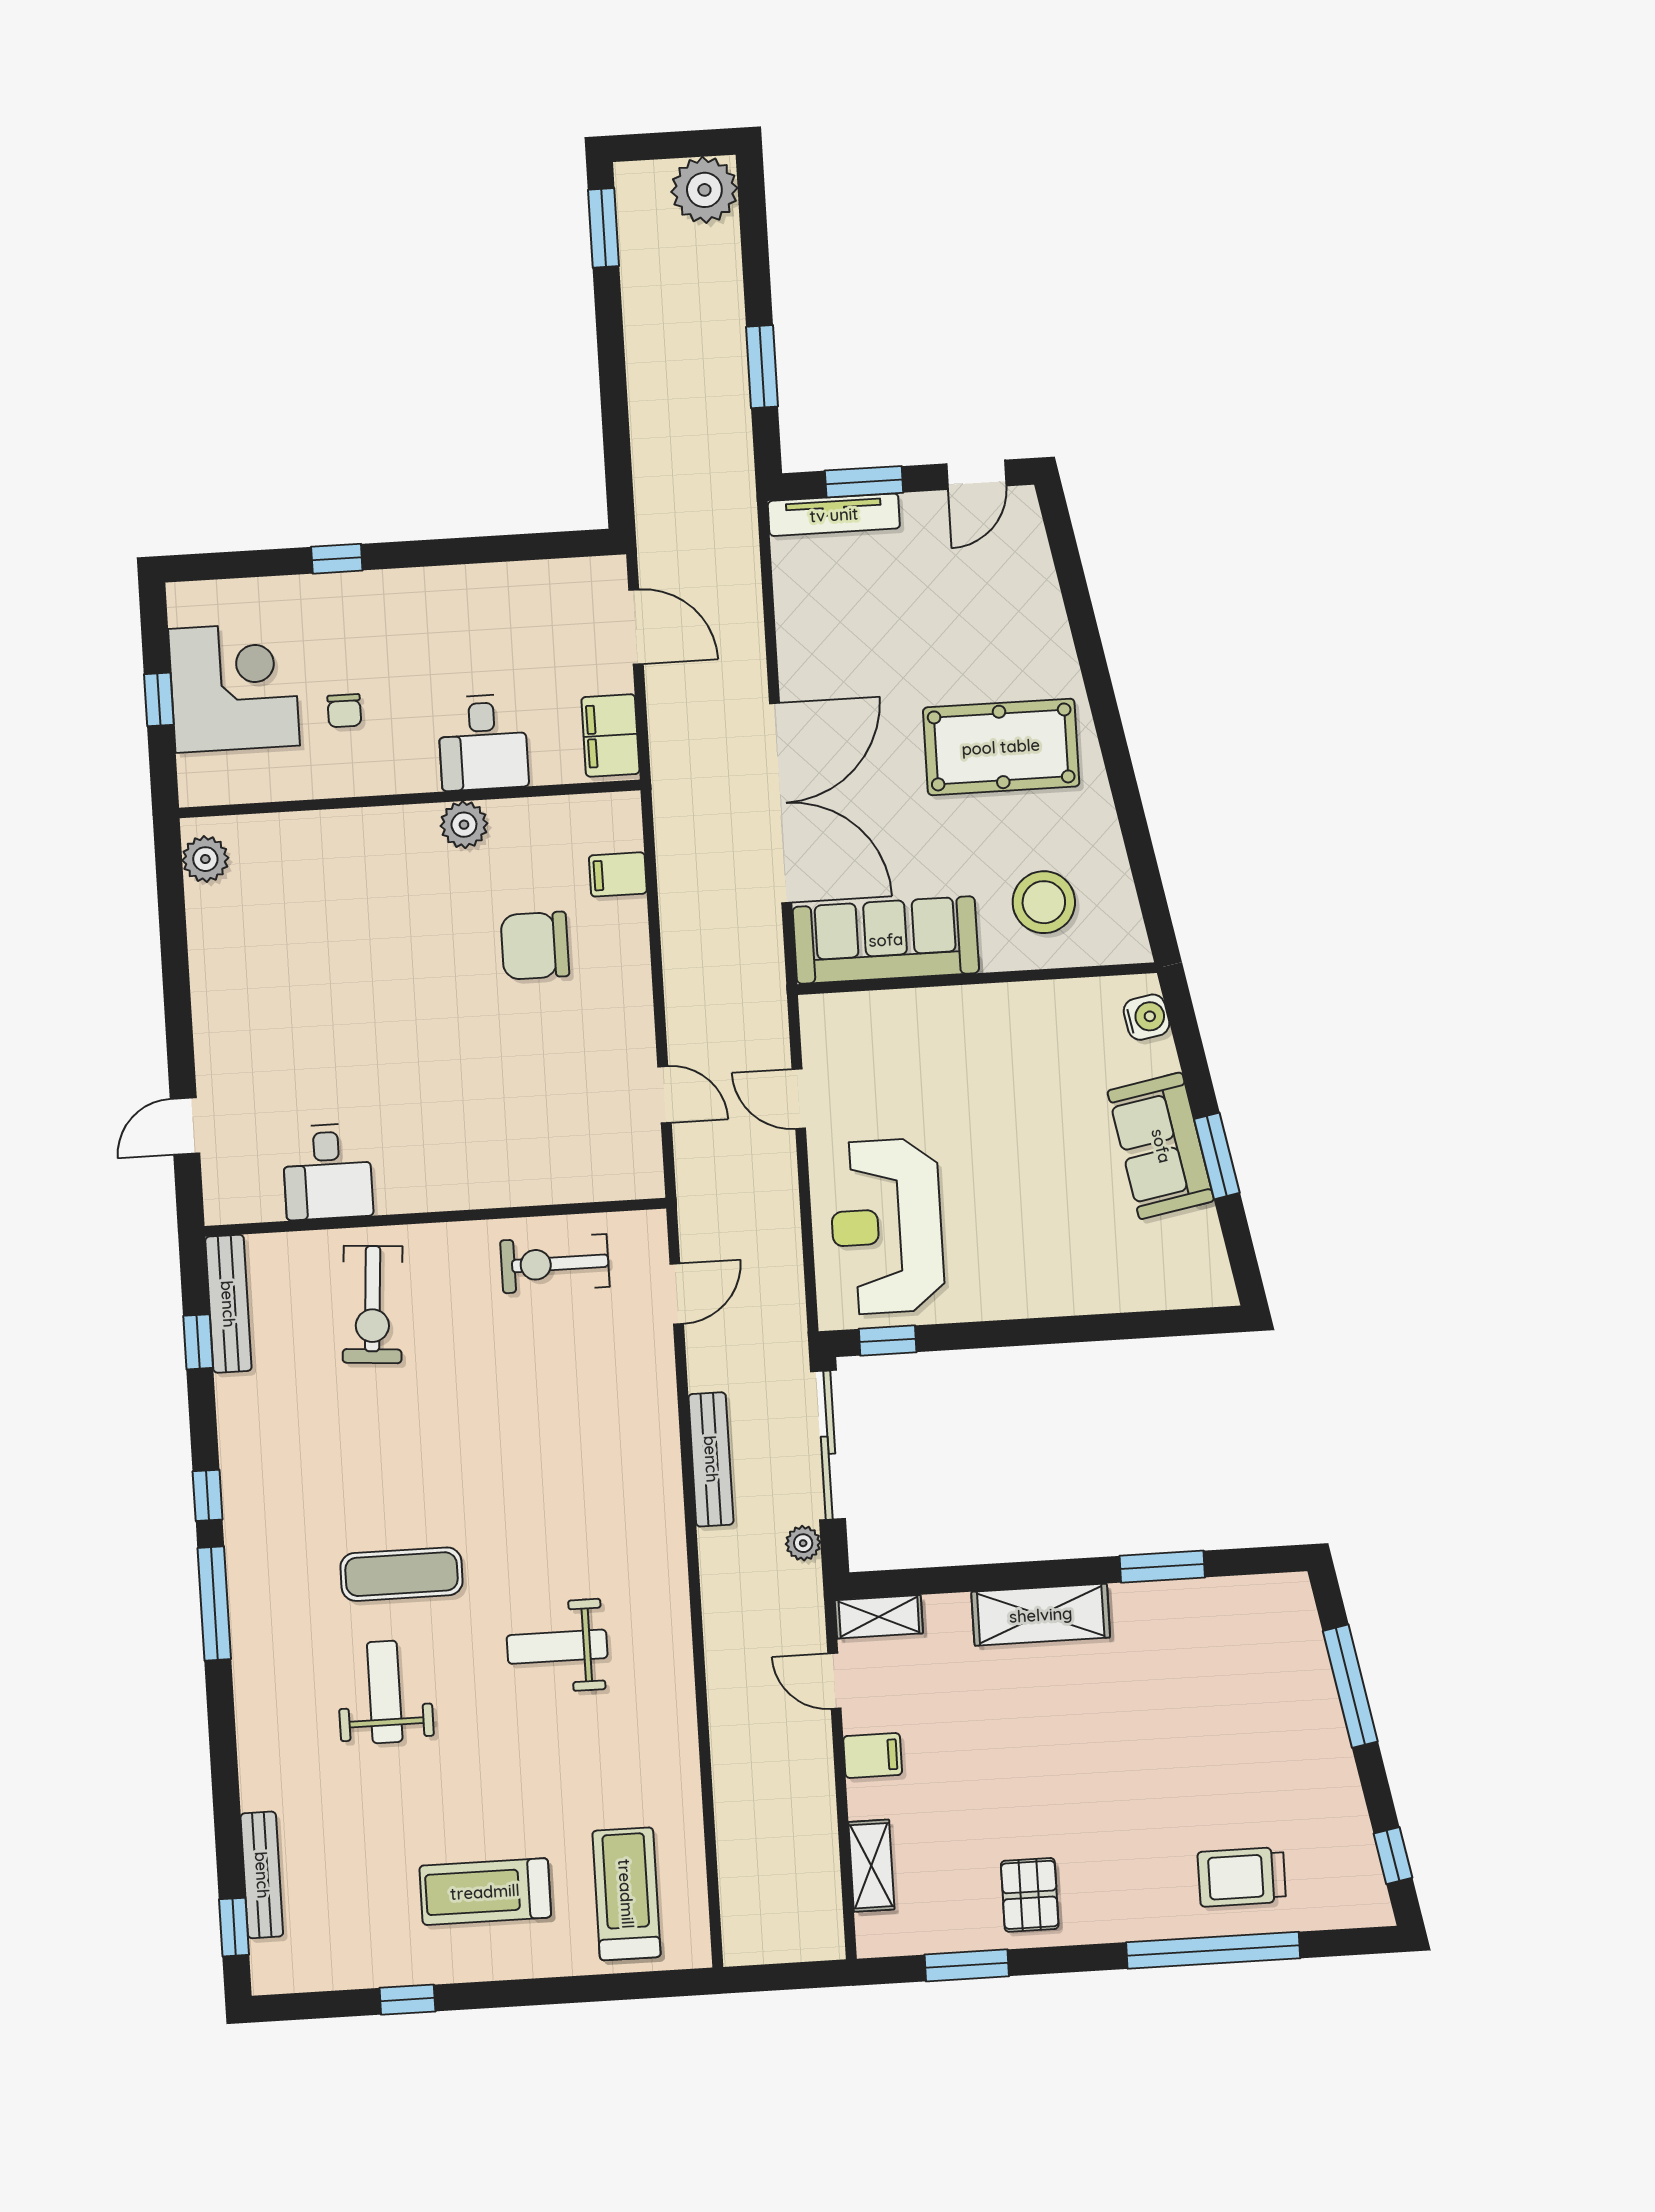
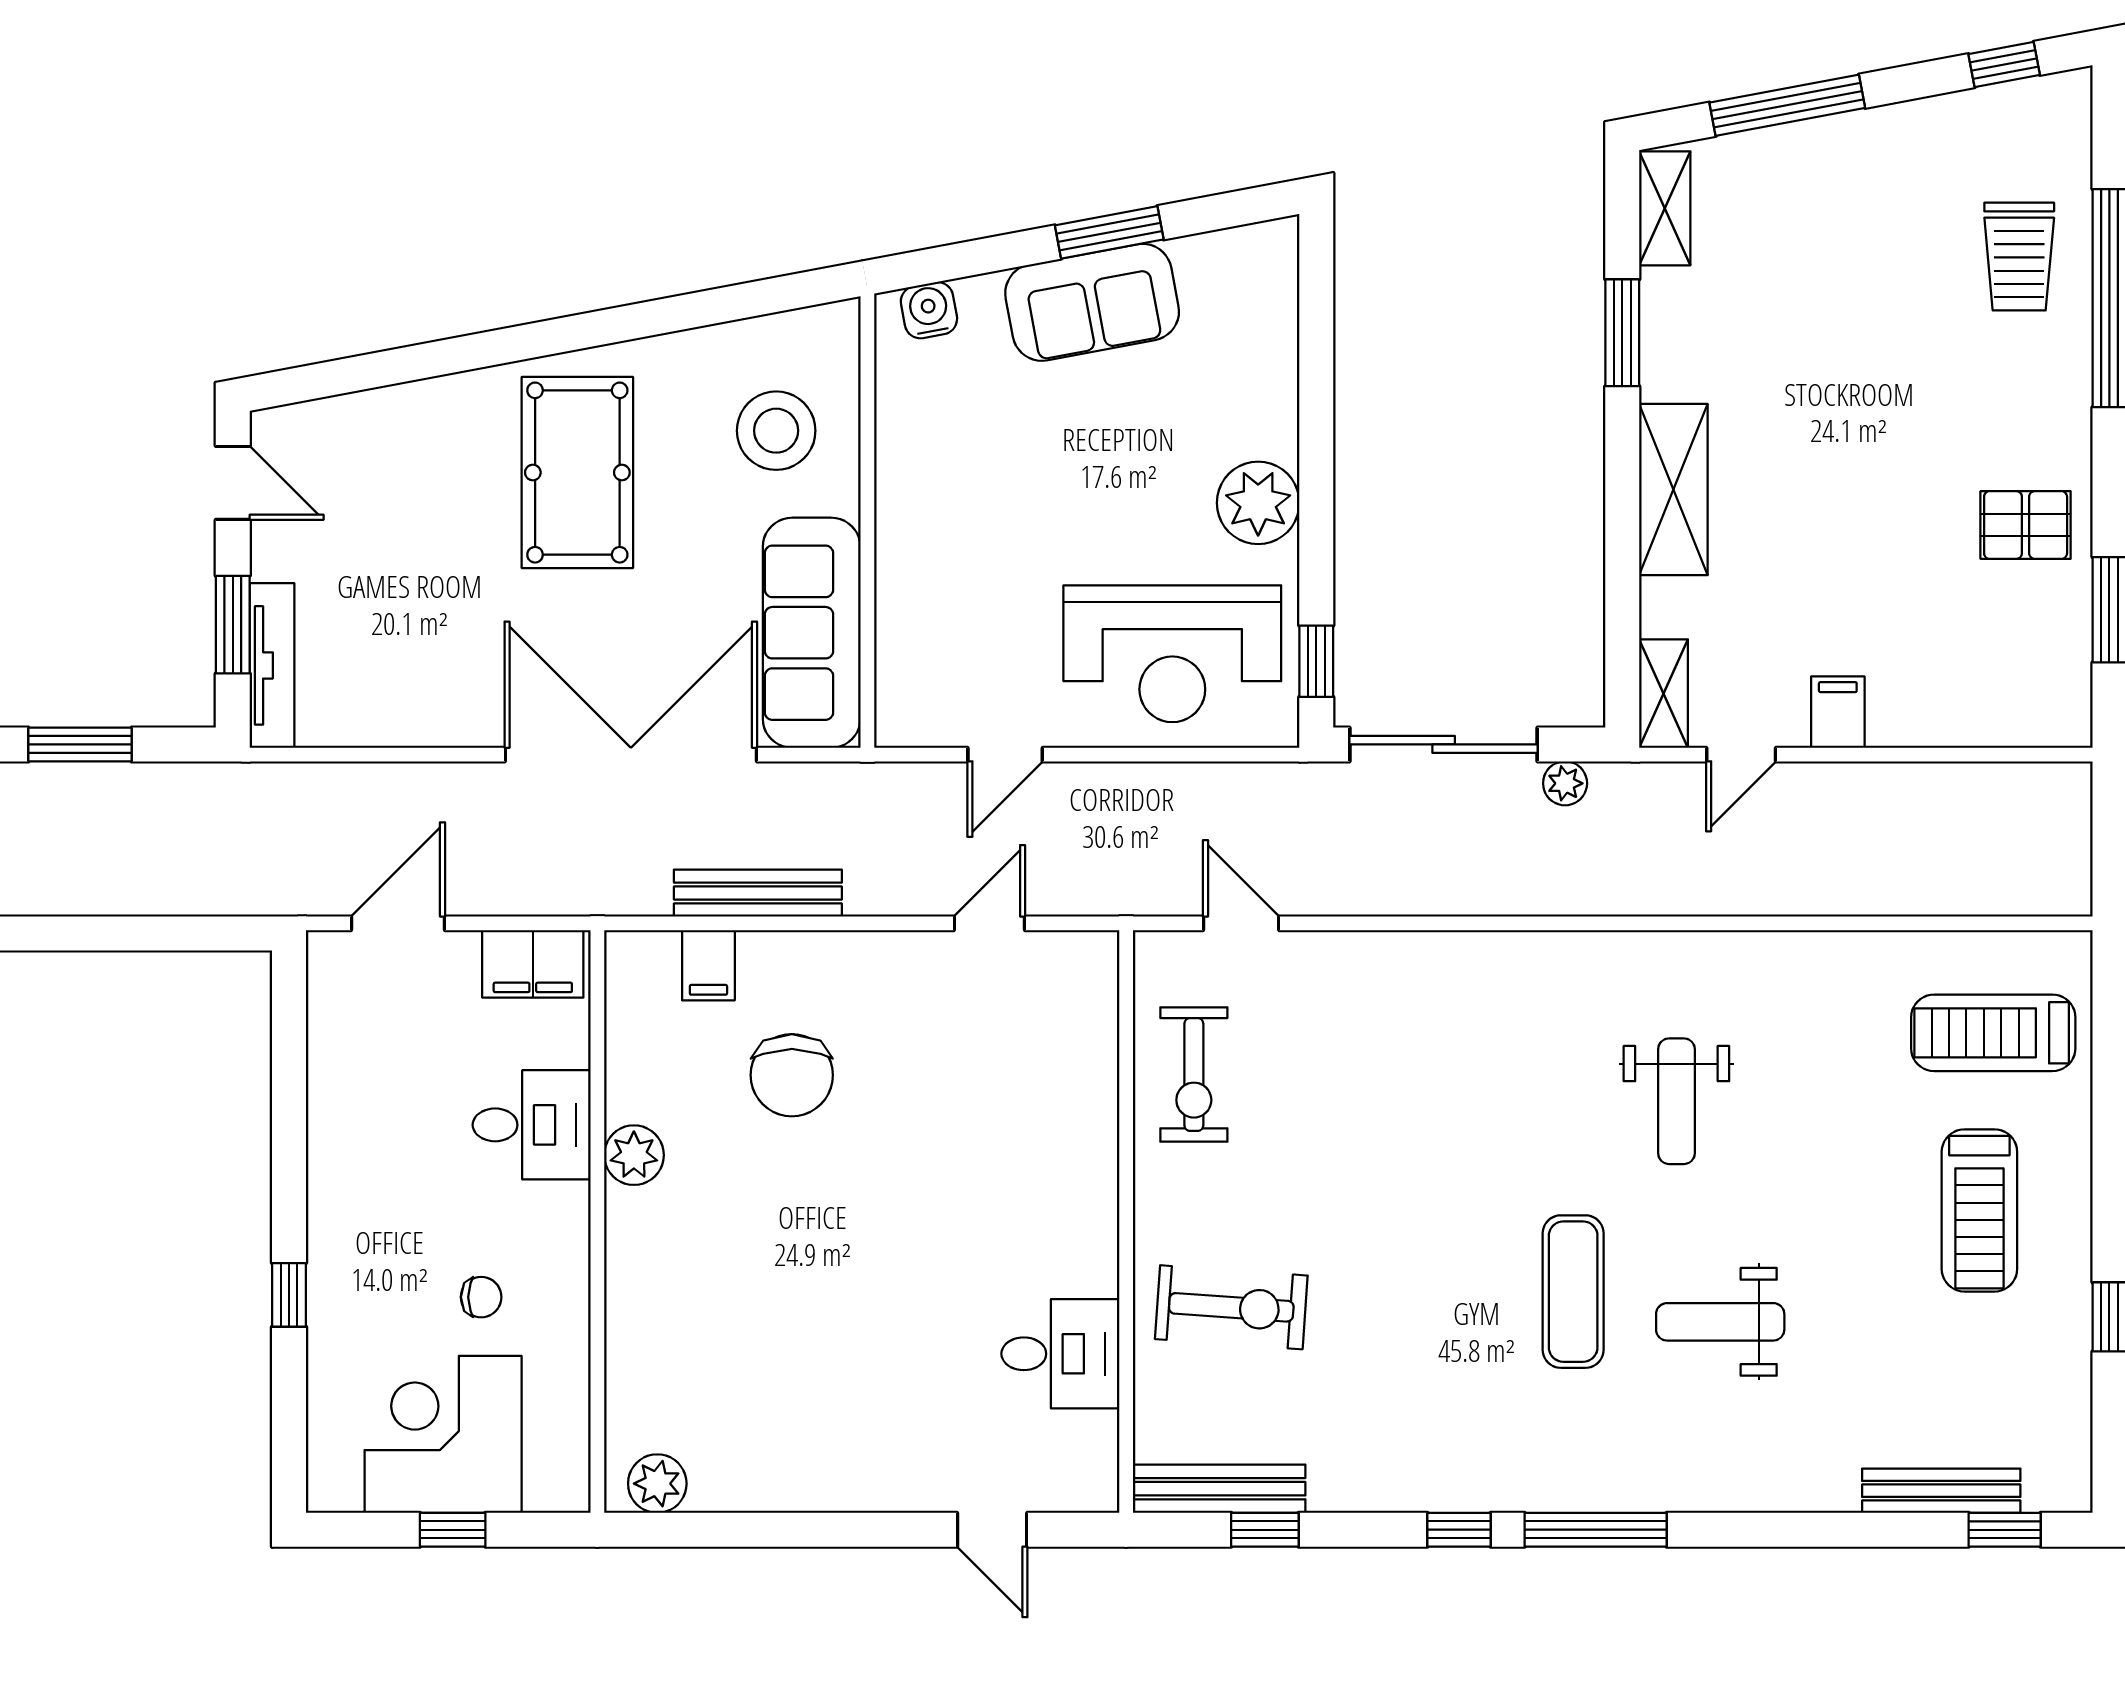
plant: (1010, 1287) -> (1258, 503), added
bench: (711, 1459) -> (758, 893), moved
shelving: (871, 1866) -> (1665, 208), moved, turned 90

